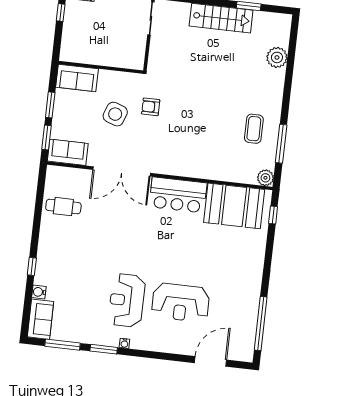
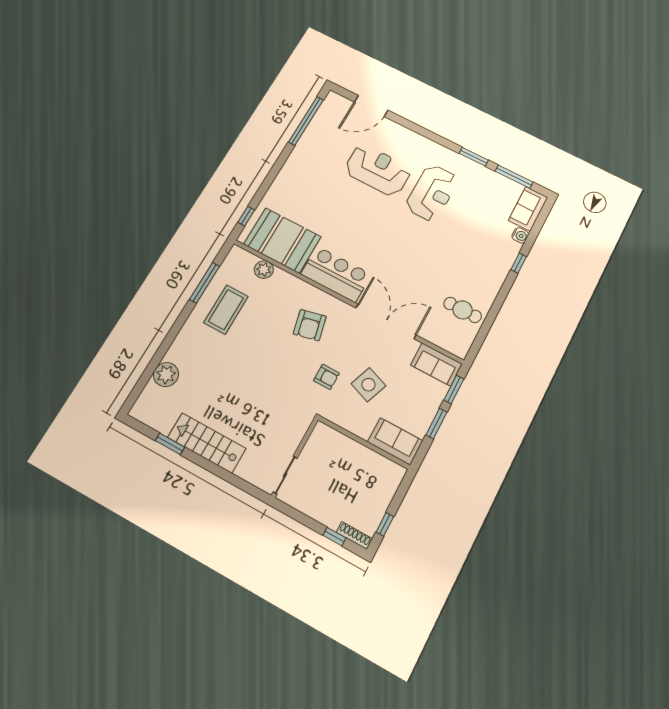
coffee table: (254, 129) -> (226, 310), width x1.36, depth x1.32
armchair: (181, 143) -> (310, 325), added
plant: (265, 178) -> (264, 270), moved
water cooler: (124, 343) -> (450, 154), removed

